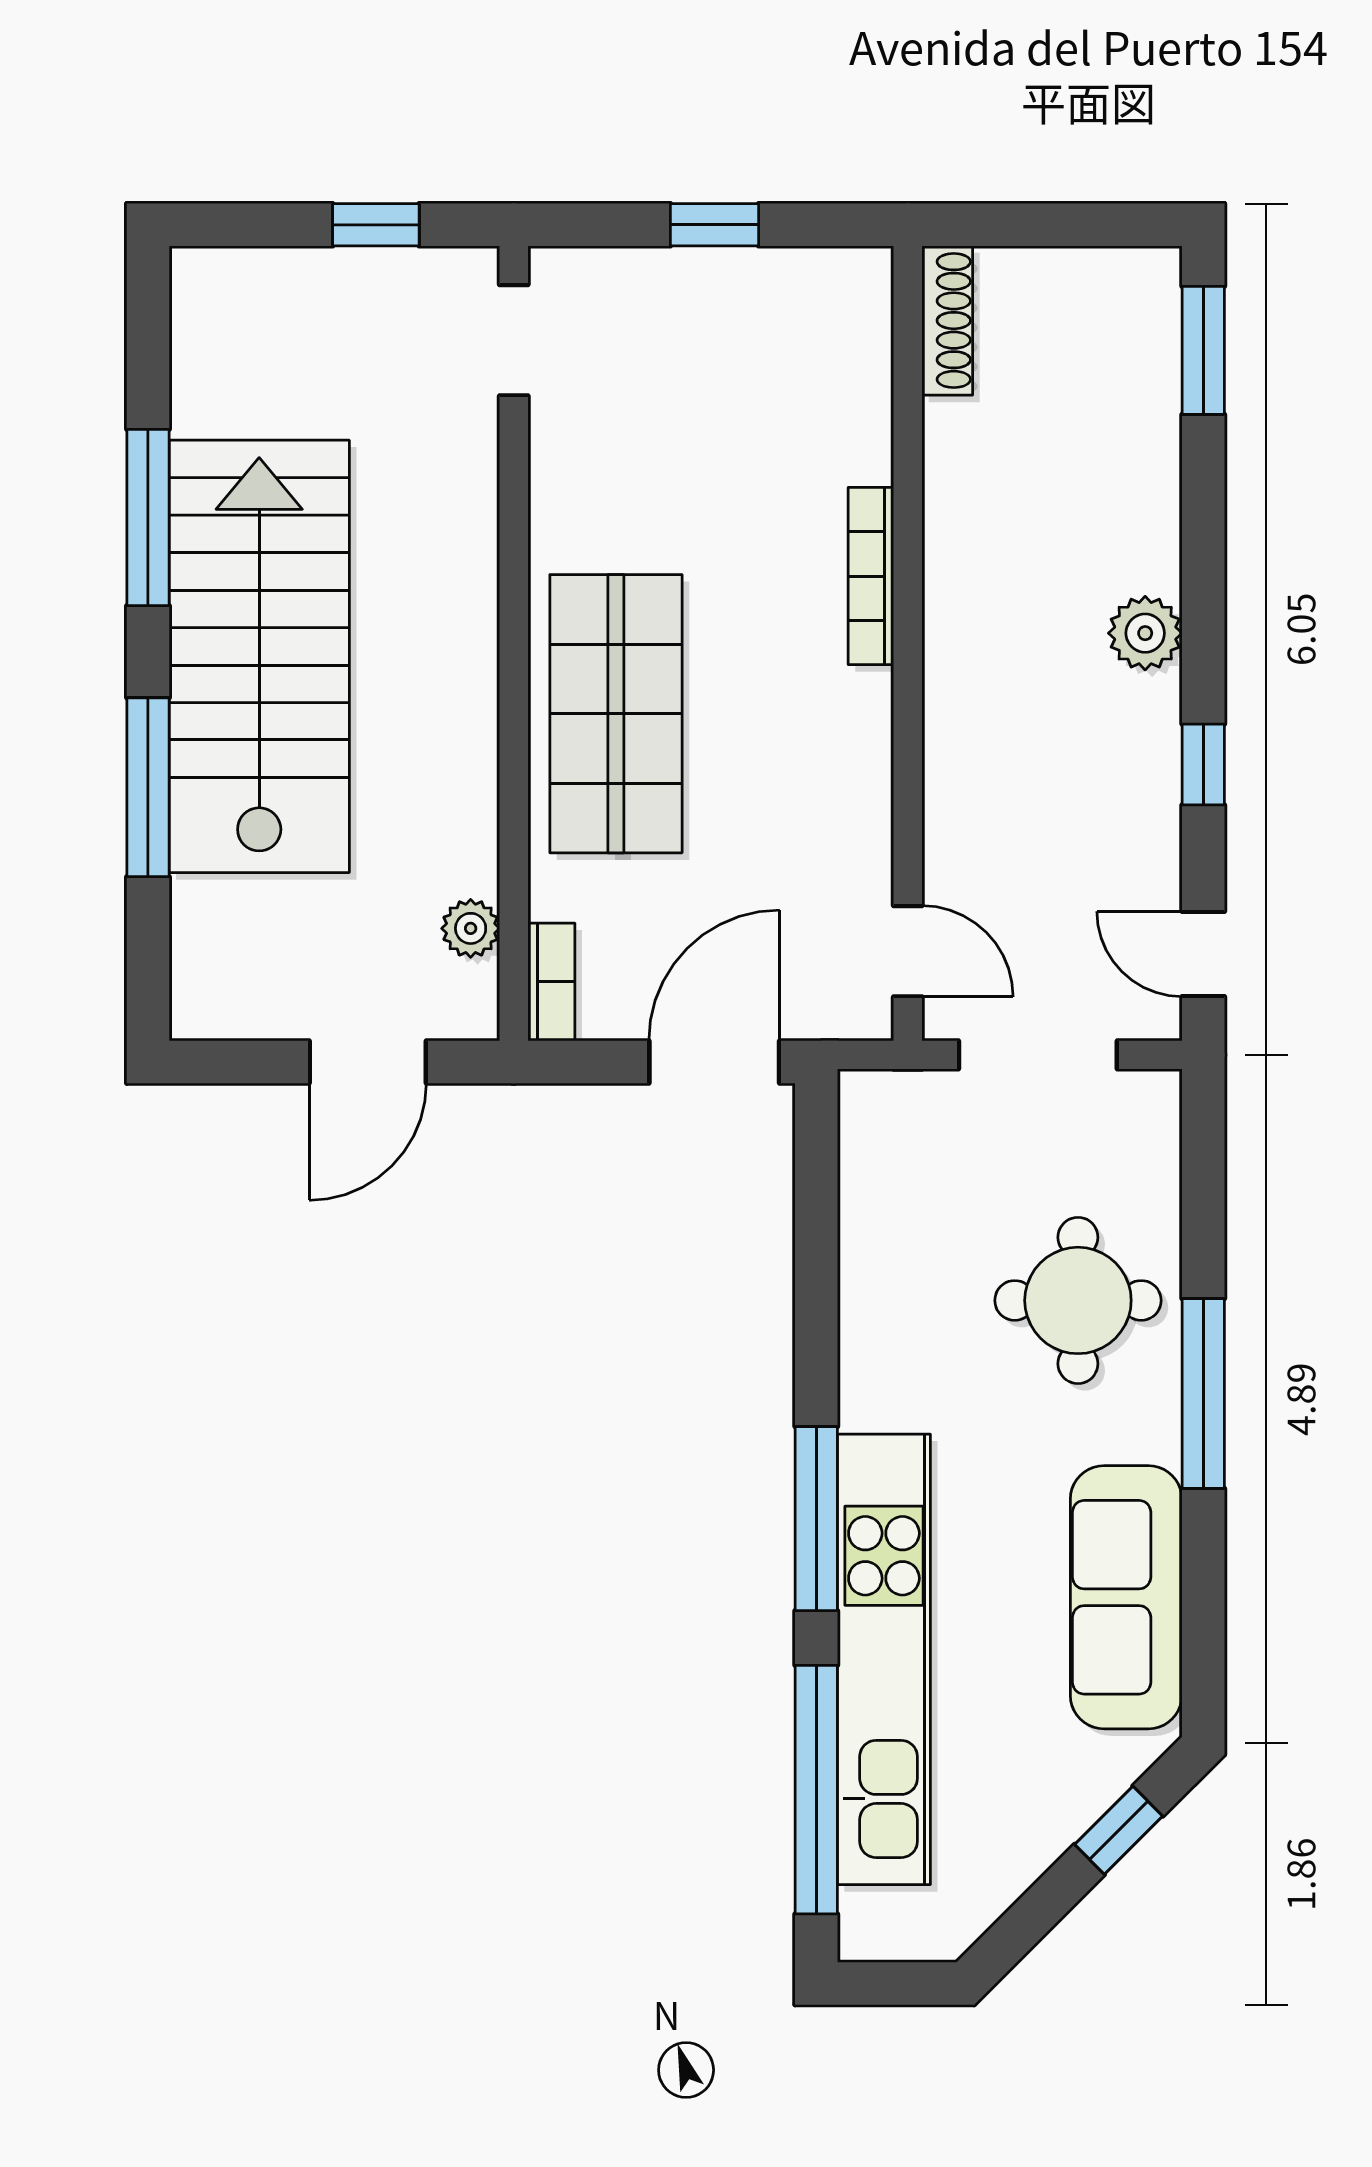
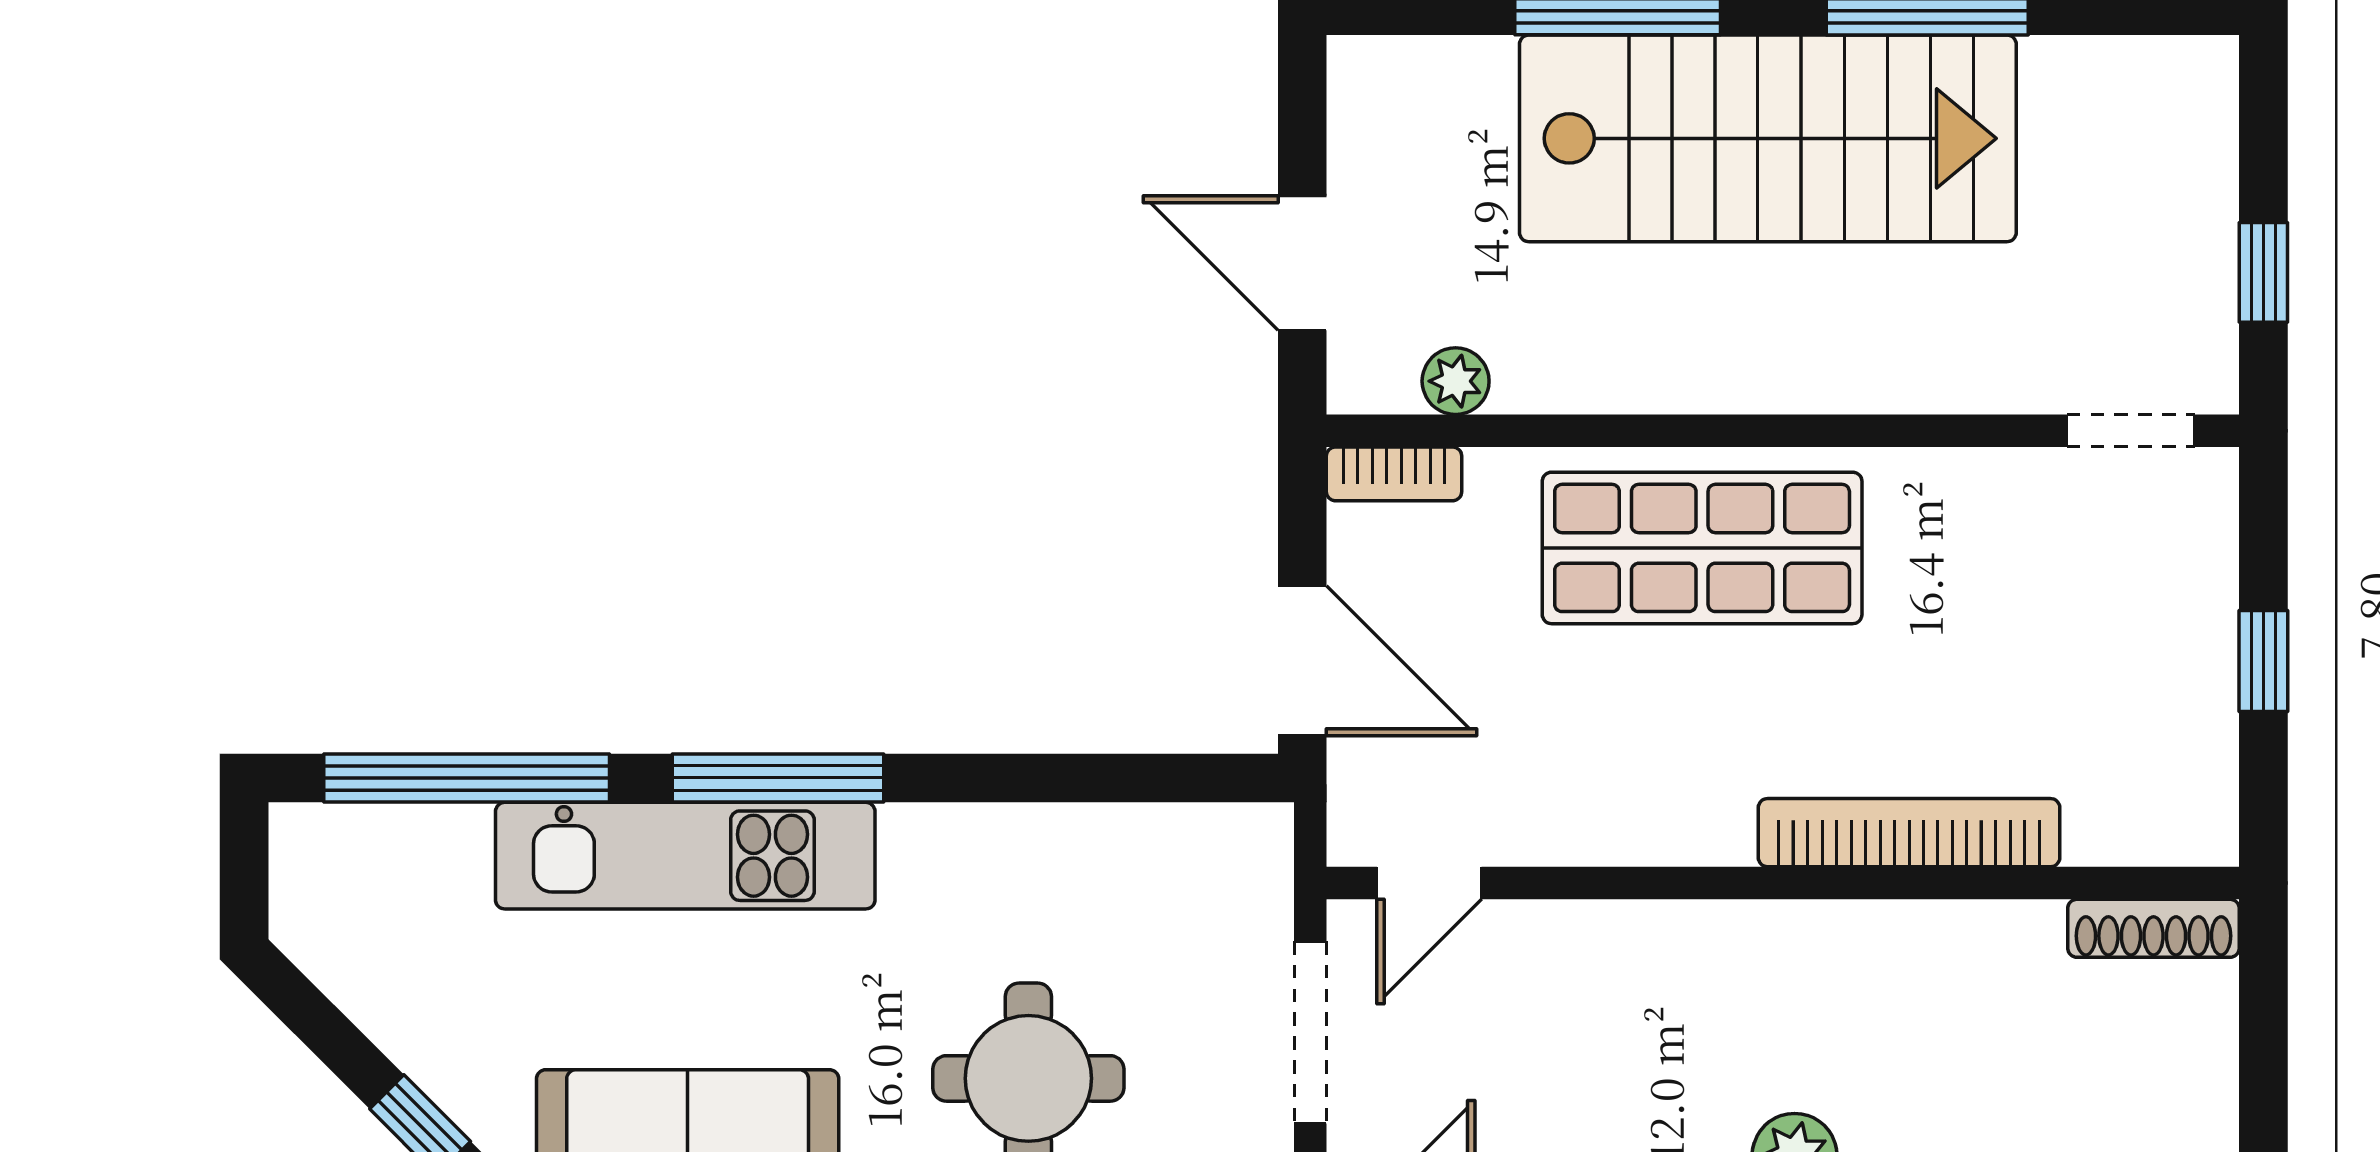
bookcase: (871, 576) -> (1909, 833), width x1.48, depth x1.31
kitchen unit: (884, 1659) -> (685, 856), width x0.73

